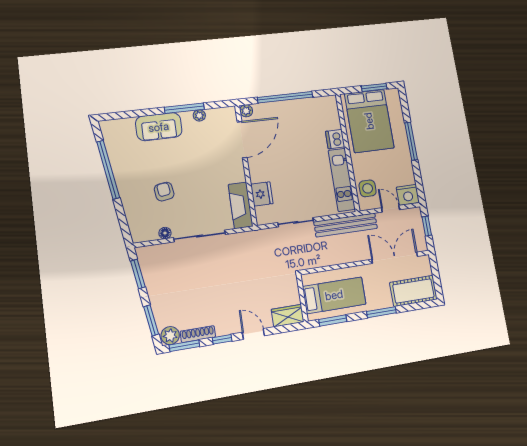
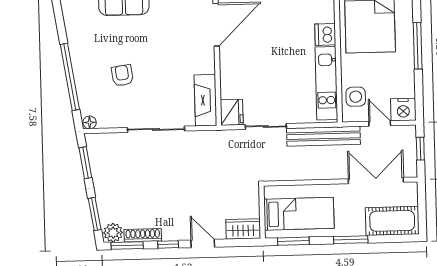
window: (108, 170) -> (70, 77), moved
fridge: (262, 194) -> (232, 112), moved
floor lamp: (165, 233) -> (90, 122), moved

